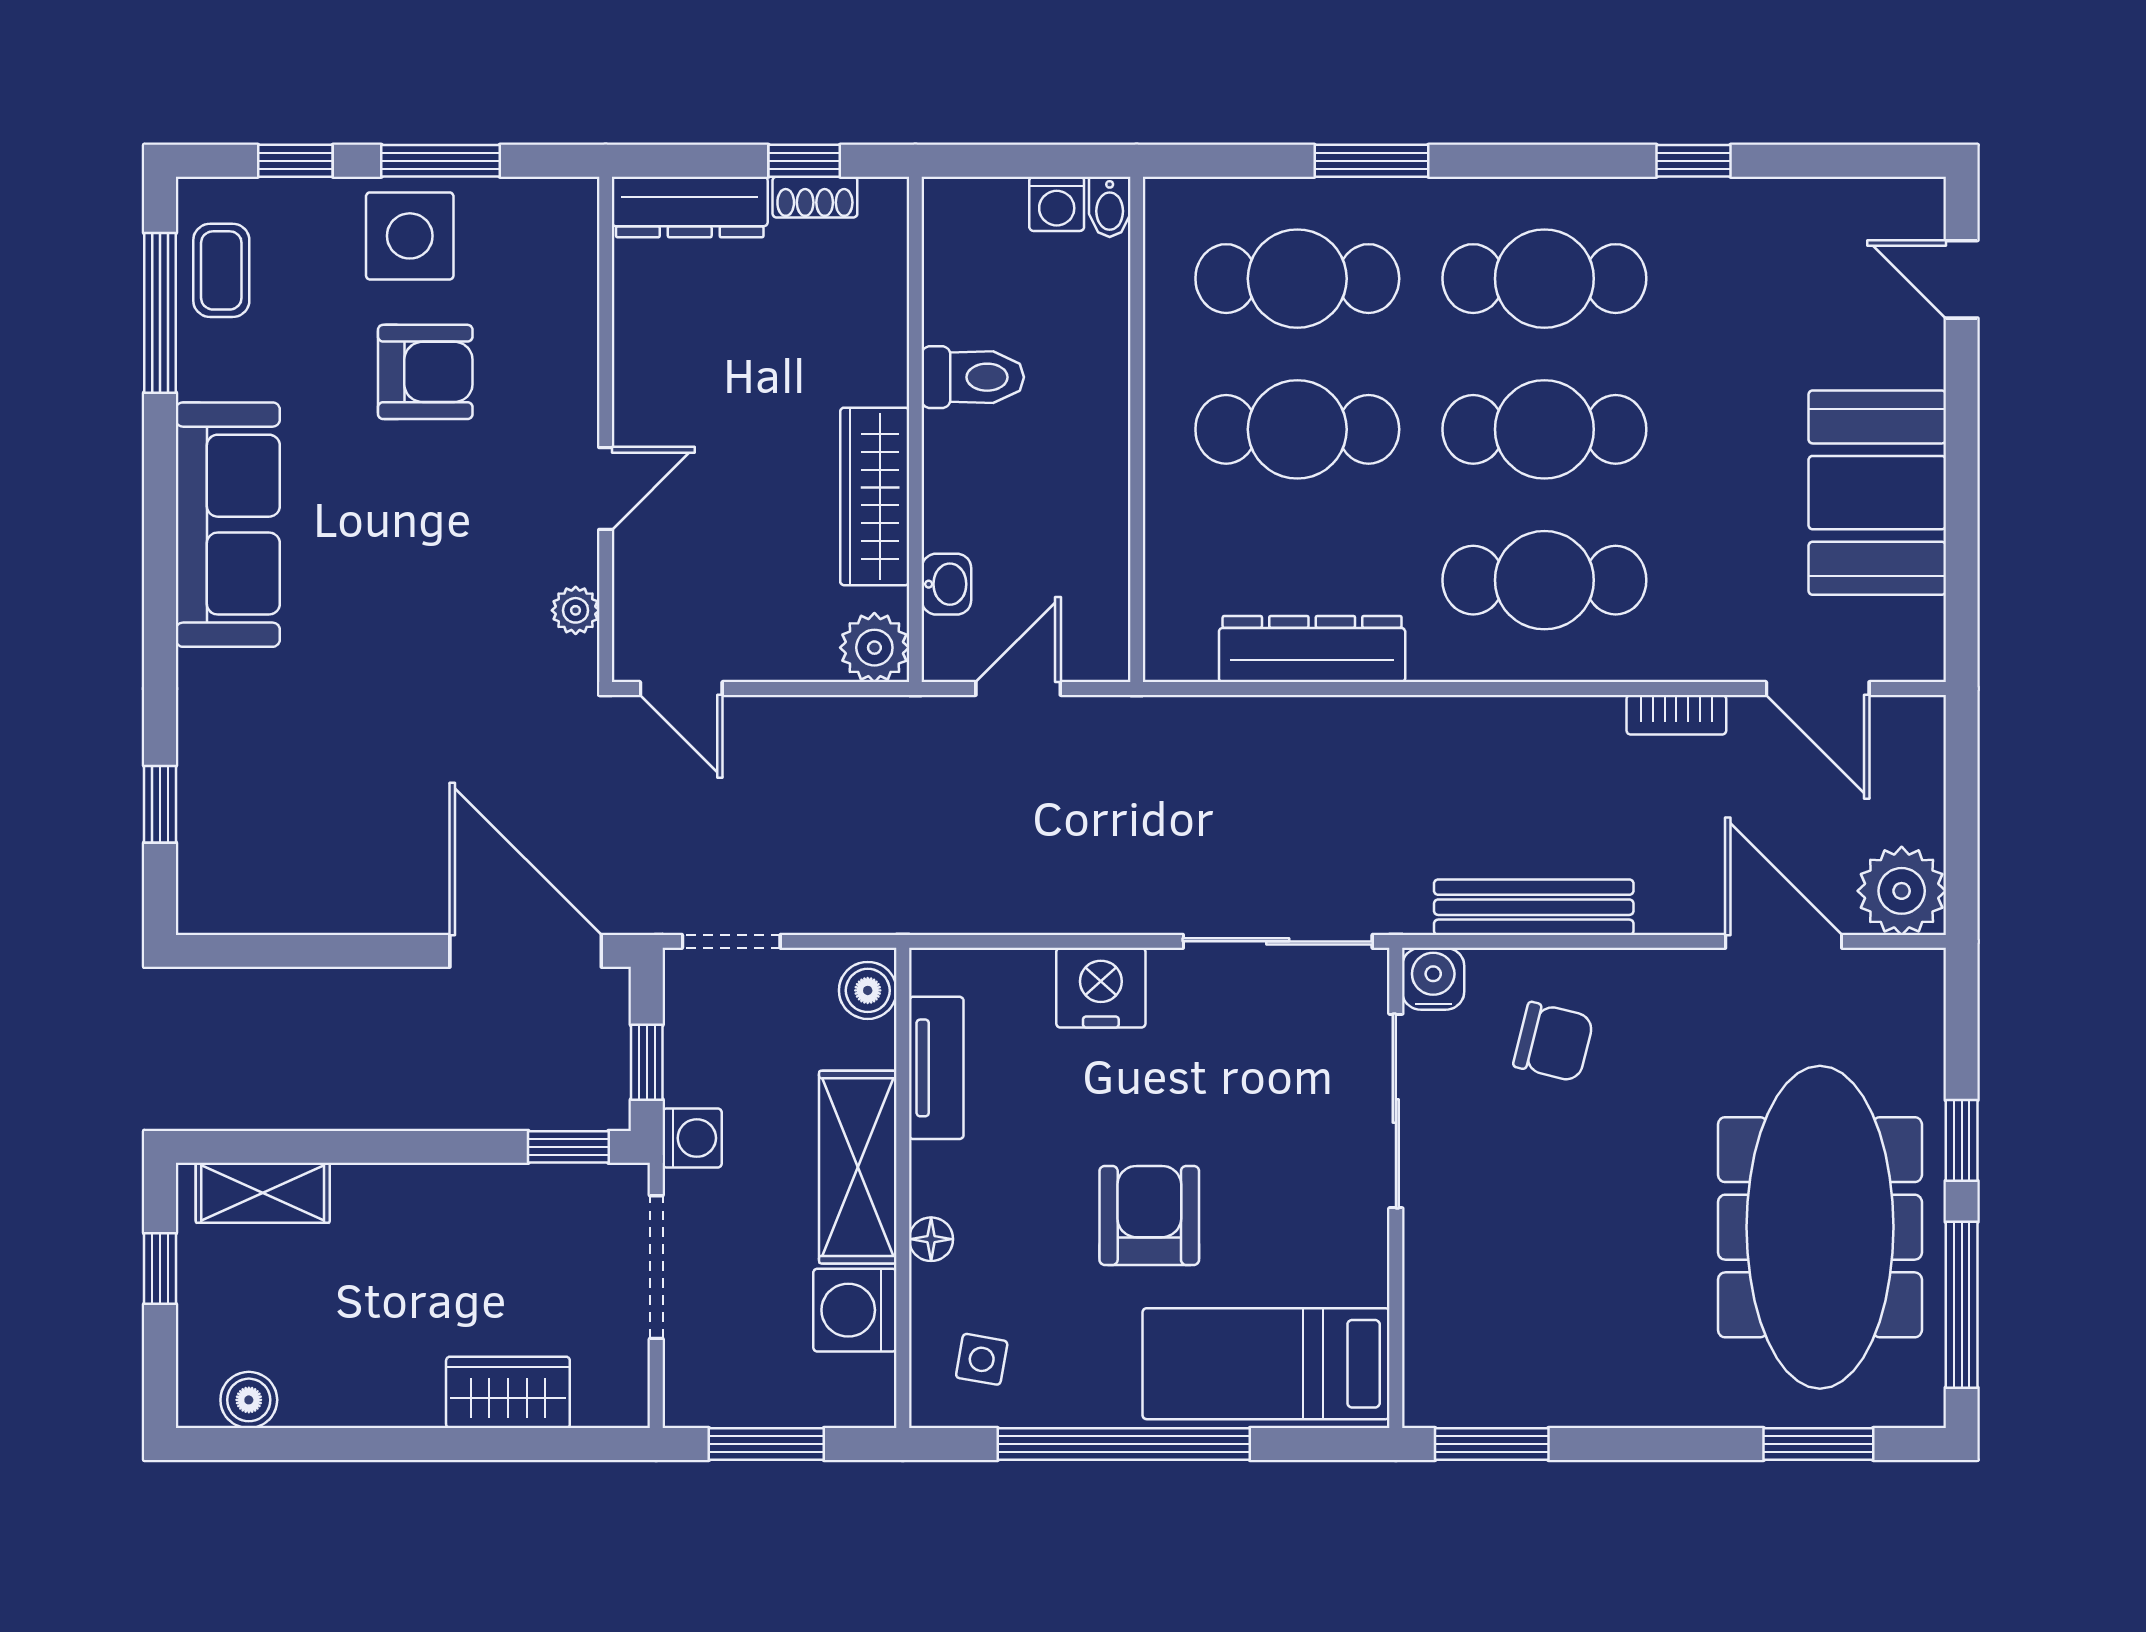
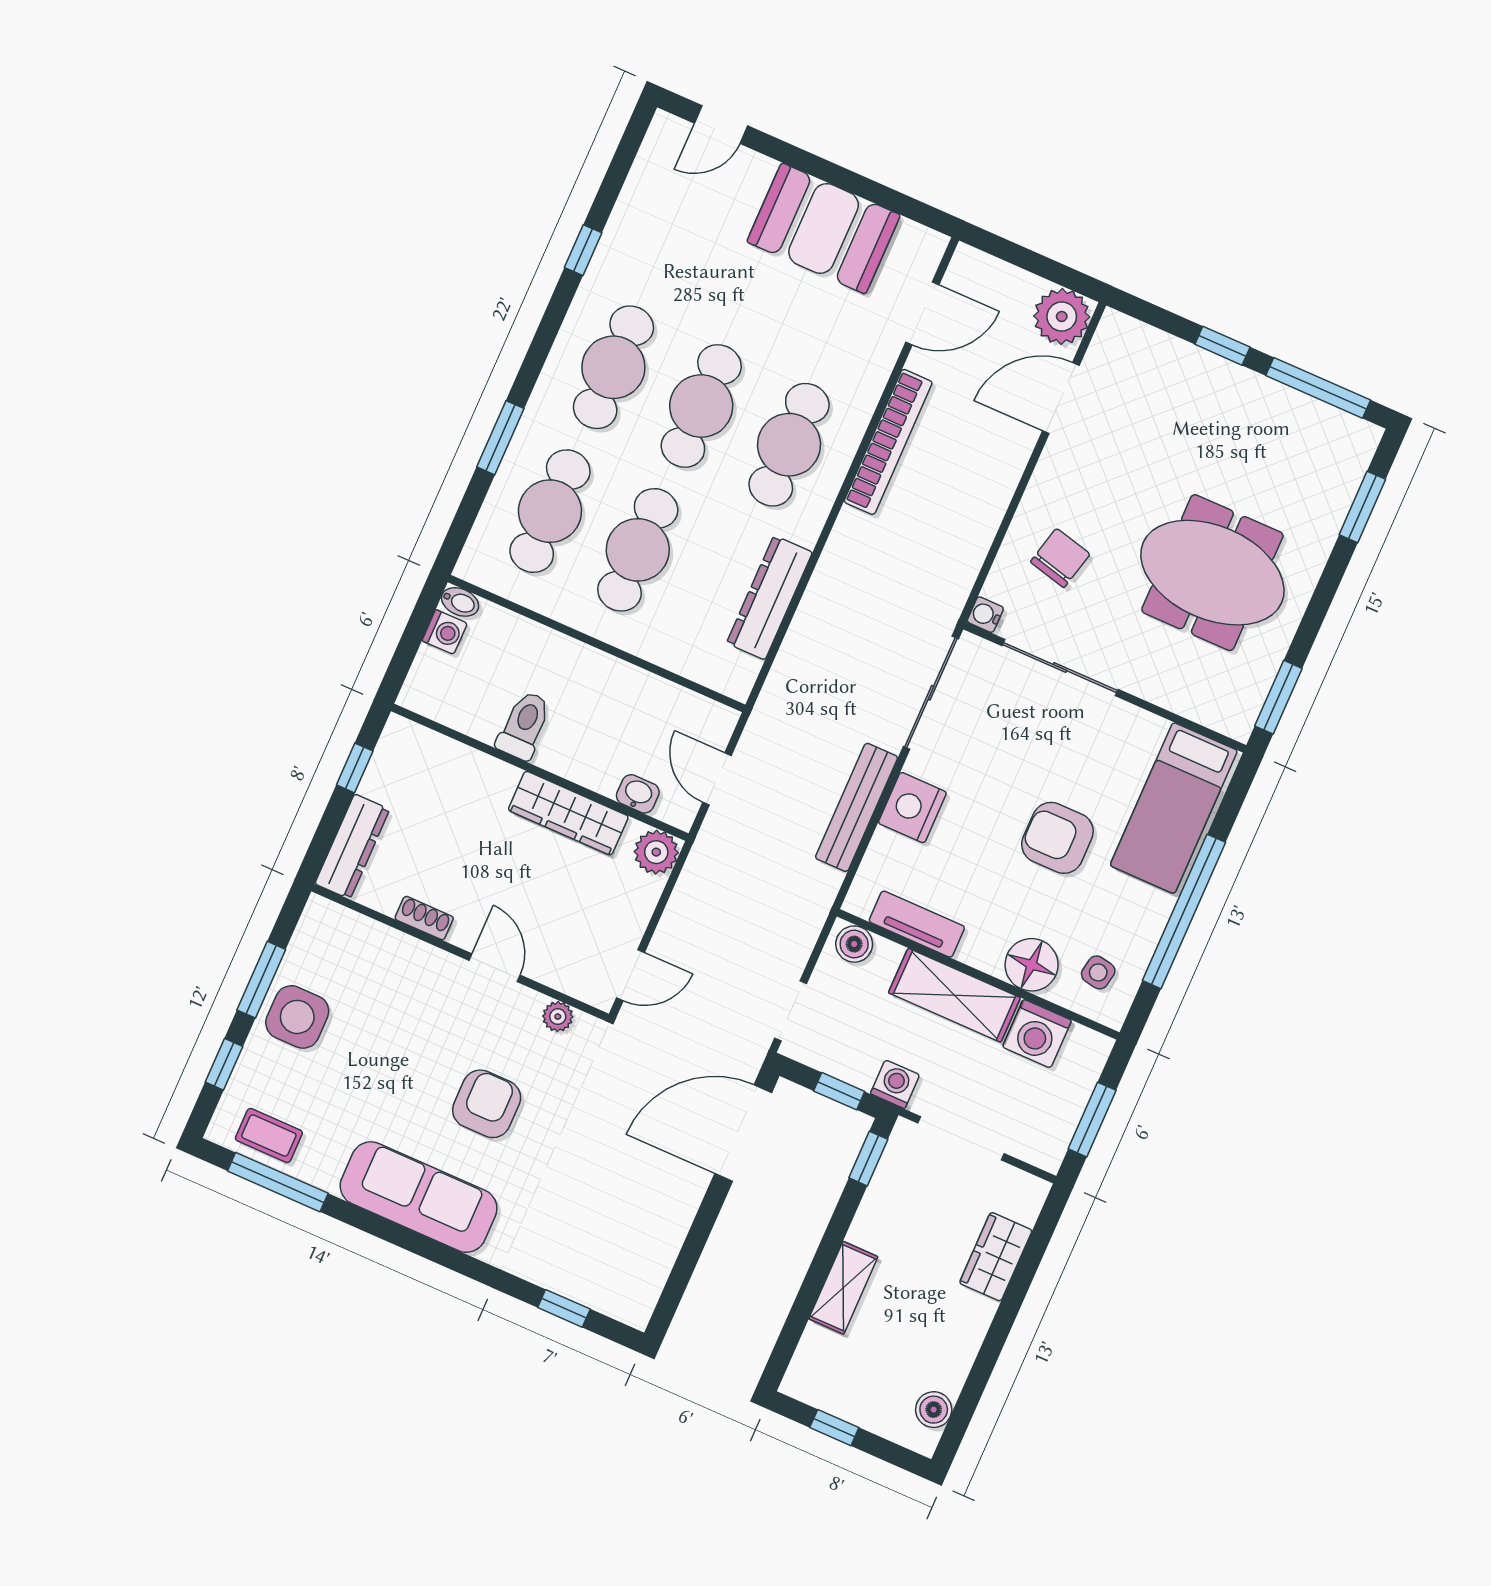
shoe rack: (815, 197) -> (424, 918), moved, turned -90
armchair: (425, 372) -> (487, 1104), moved
bookcase: (1676, 715) -> (888, 442), width x2.31, depth x1.31
bench: (1534, 907) -> (857, 807), moved
water cooler: (1433, 979) -> (985, 615), width x0.72, depth x0.72
shelving: (263, 1193) -> (843, 1288), moved
meeting table: (1820, 1227) -> (1212, 573), moved, width x0.73
floor lamp: (931, 1239) -> (1032, 965), width x1.89, depth x1.89

